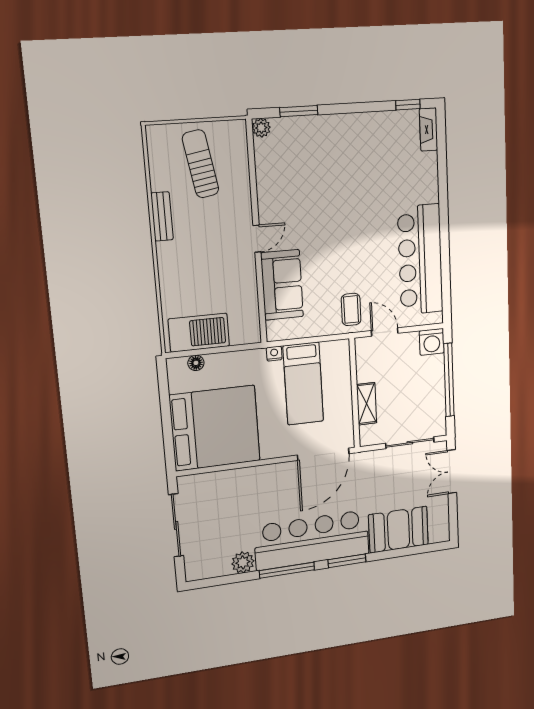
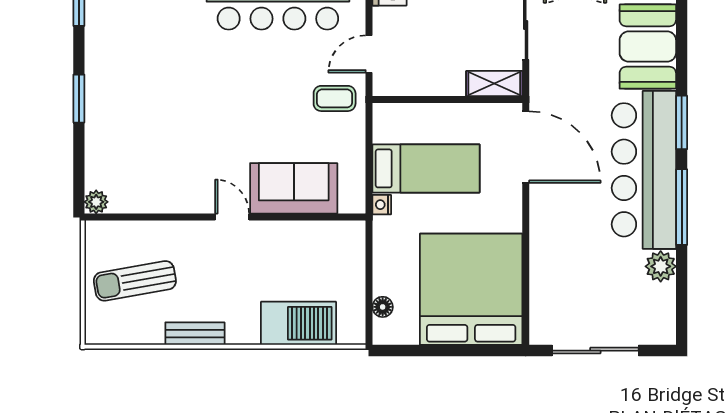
window: (299, 111) -> (79, 99), moved
barbecue: (199, 333) -> (299, 323), moved, turned 90
shelving: (367, 404) -> (494, 84), moved

